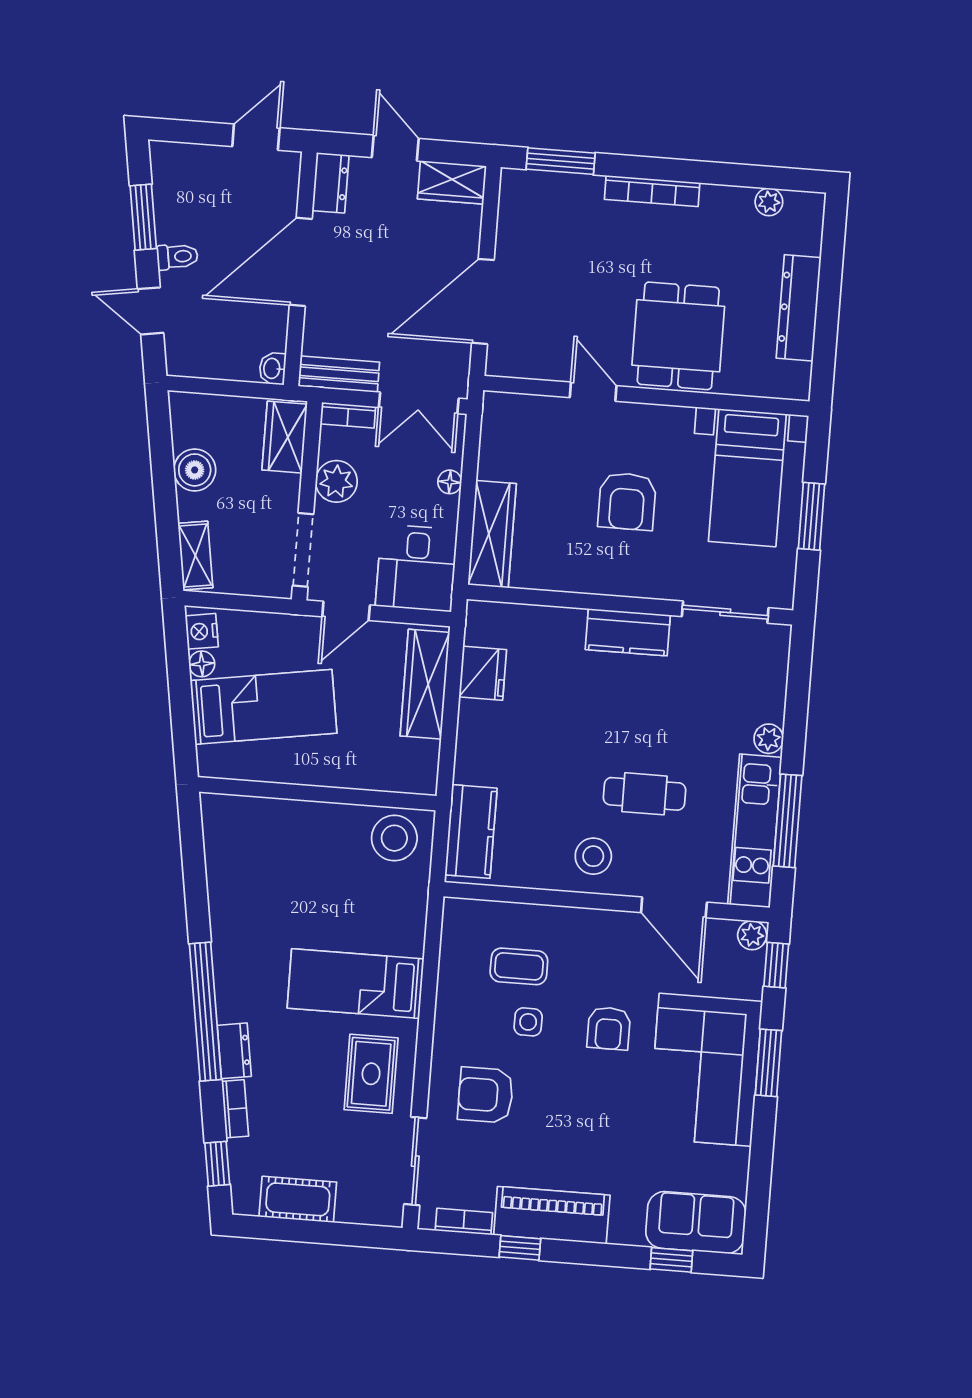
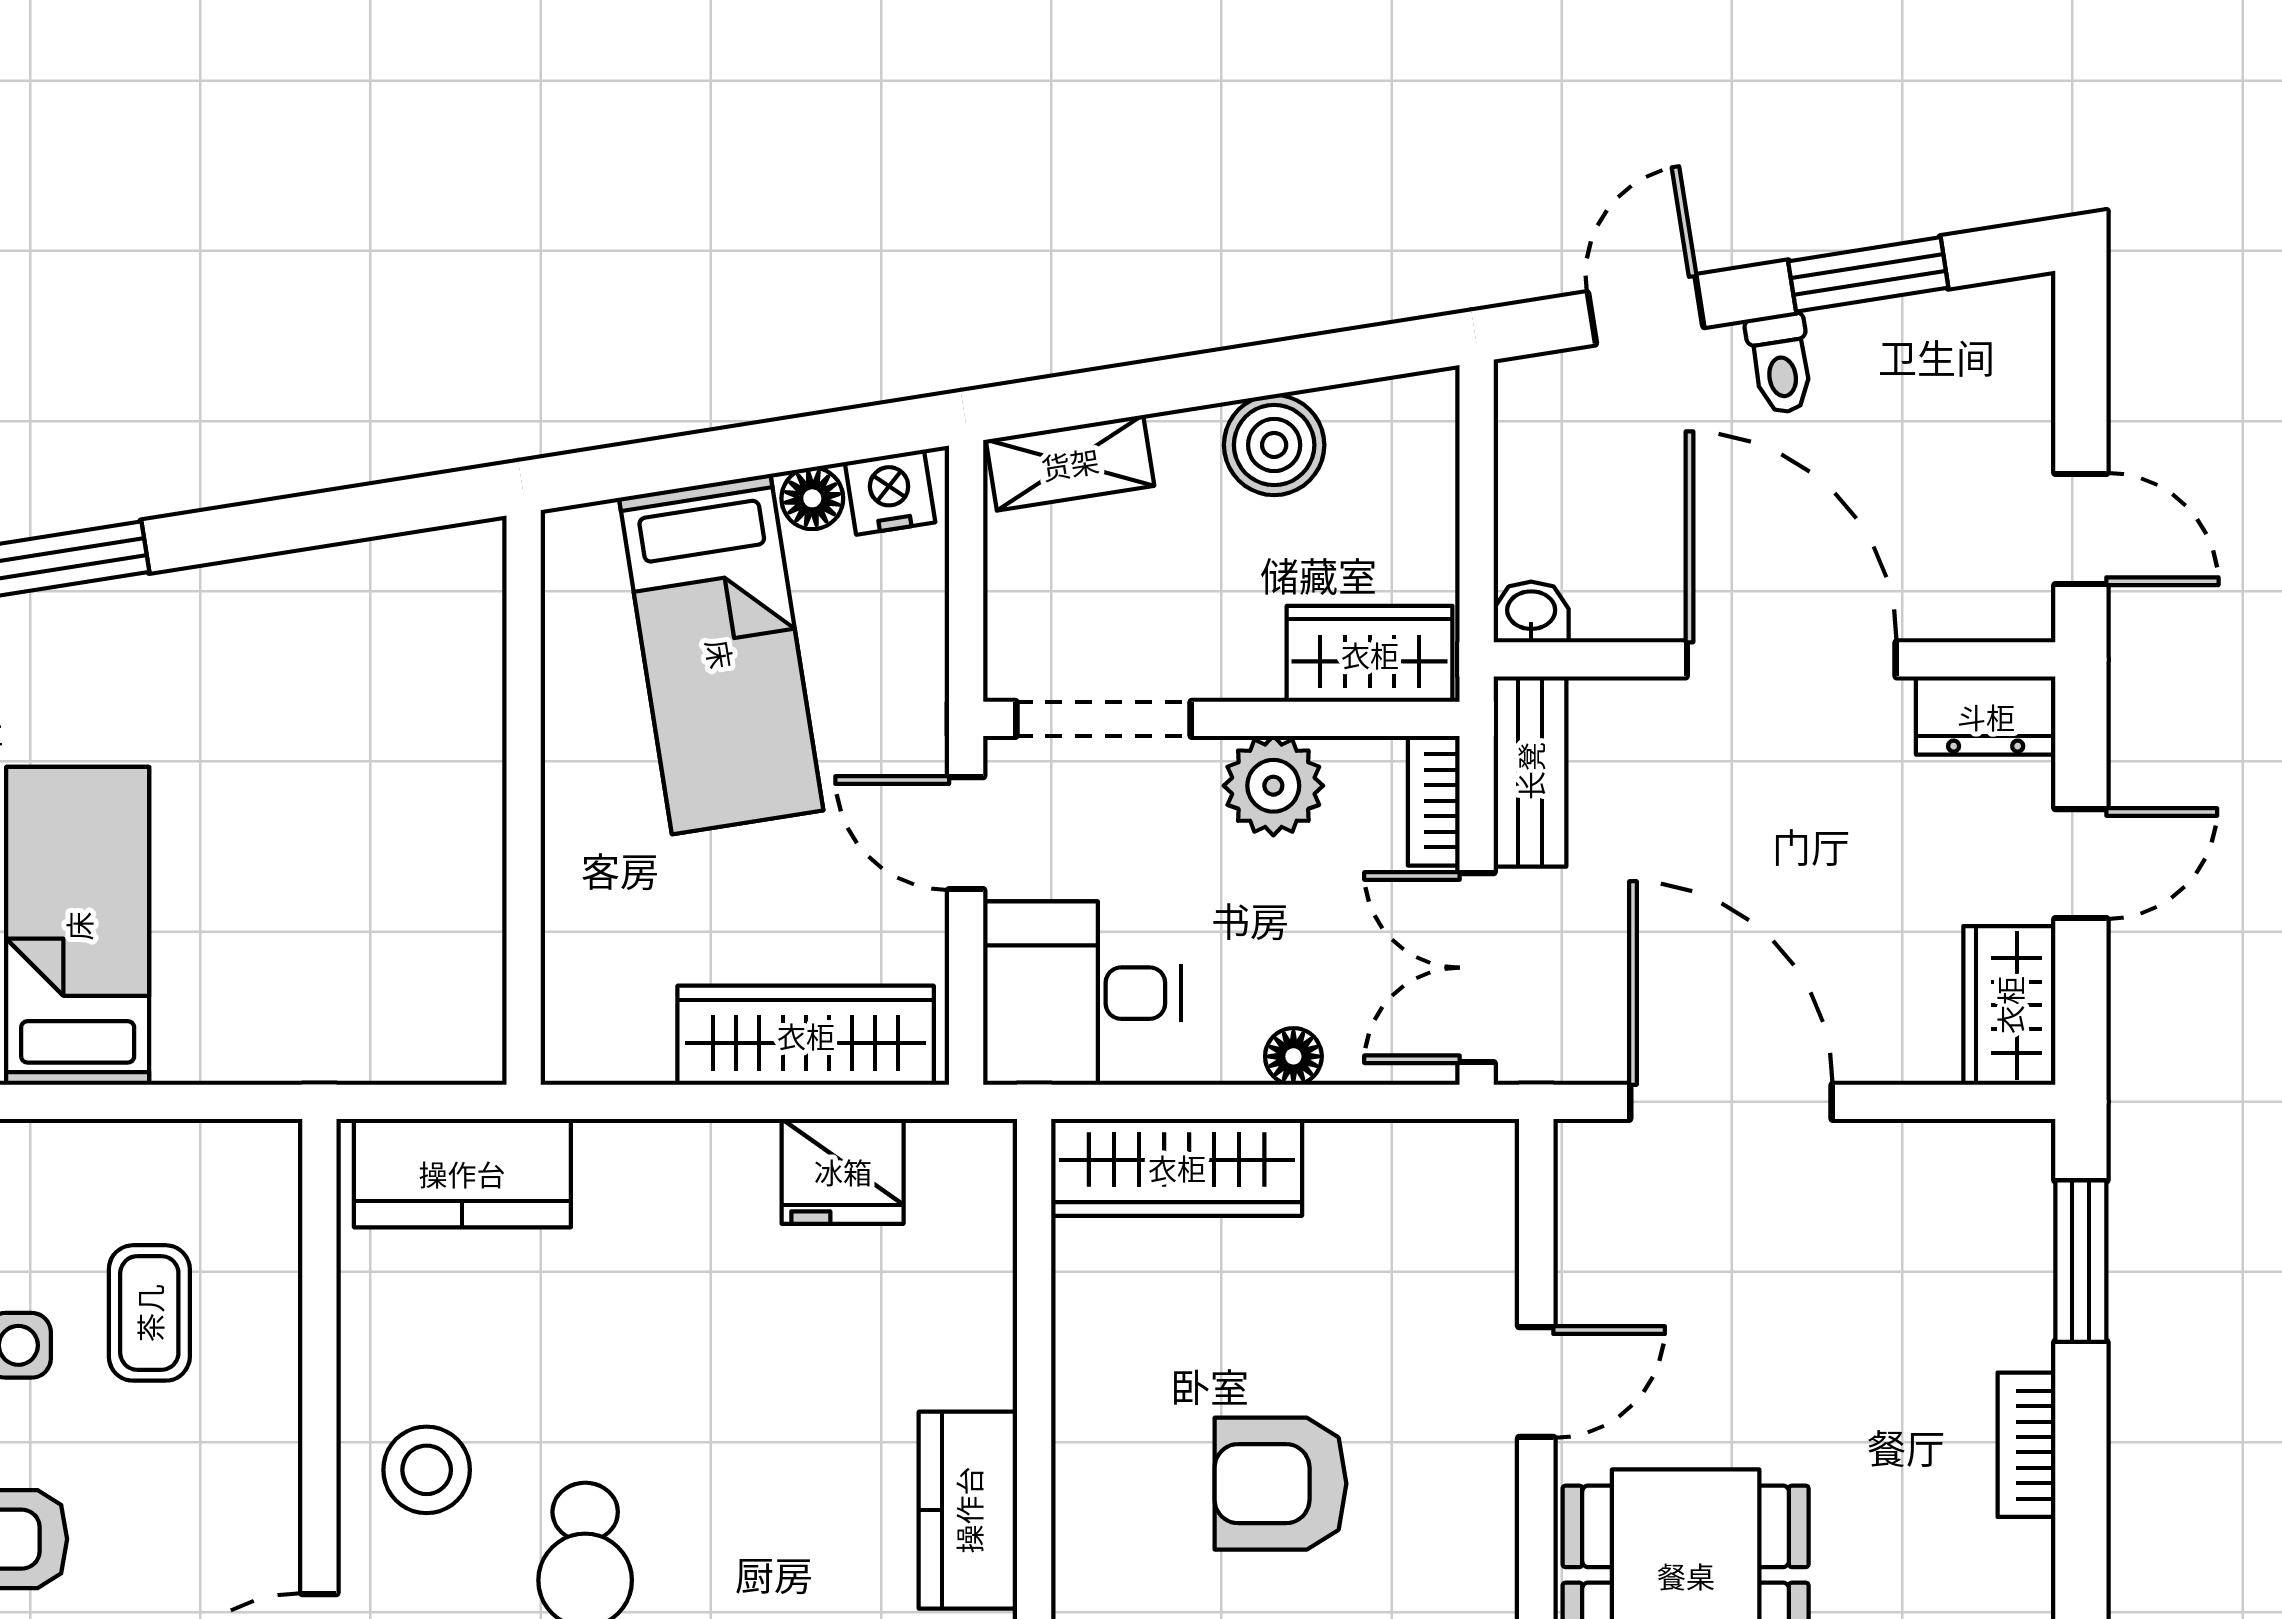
bookcase: (652, 191) -> (2026, 1445), width x0.64
stool: (394, 838) -> (432, 991), removed

